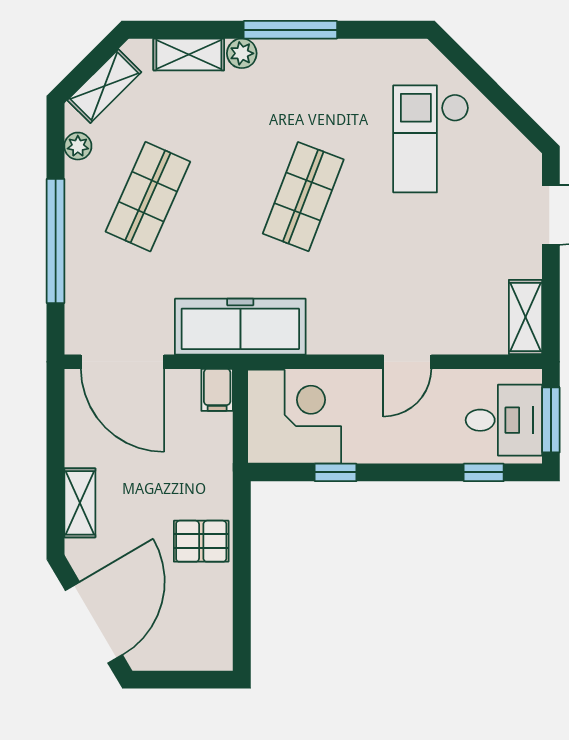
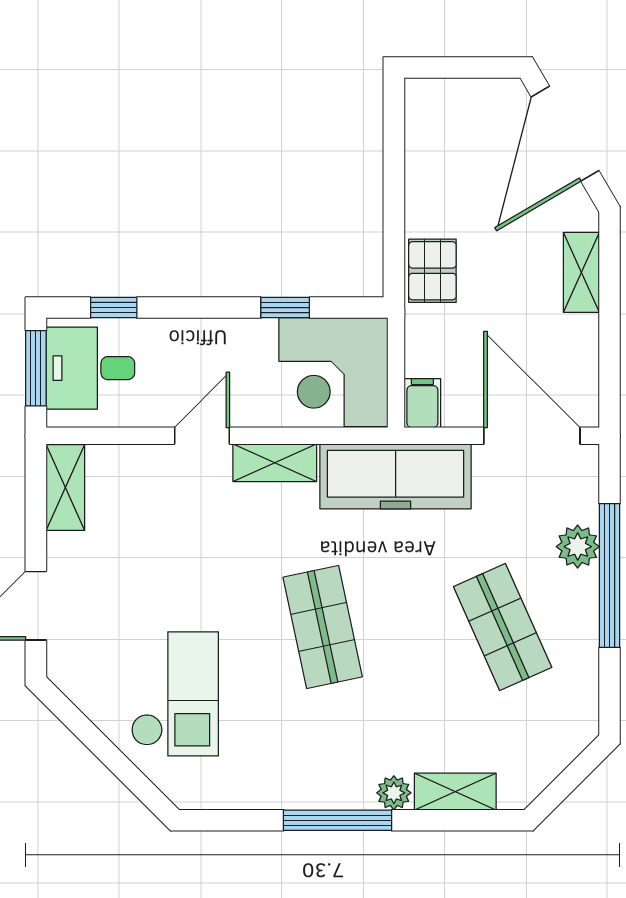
shelving: (104, 86) -> (275, 463), moved, turned 45
plant: (78, 146) -> (578, 547), moved, width x1.38, depth x1.38
shop shelf: (148, 197) -> (503, 627), turned -48
shop shelf: (303, 197) -> (323, 627), turned -33
pallet: (201, 541) -> (432, 271), moved, turned 90

